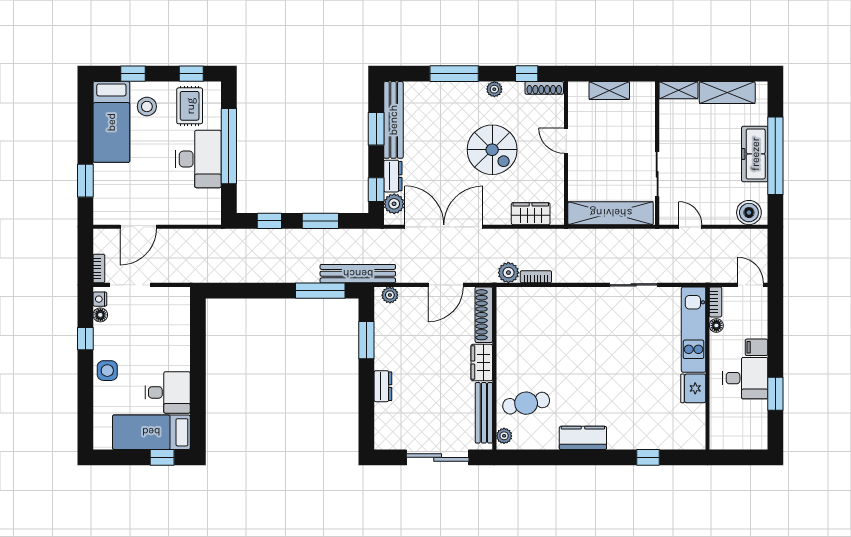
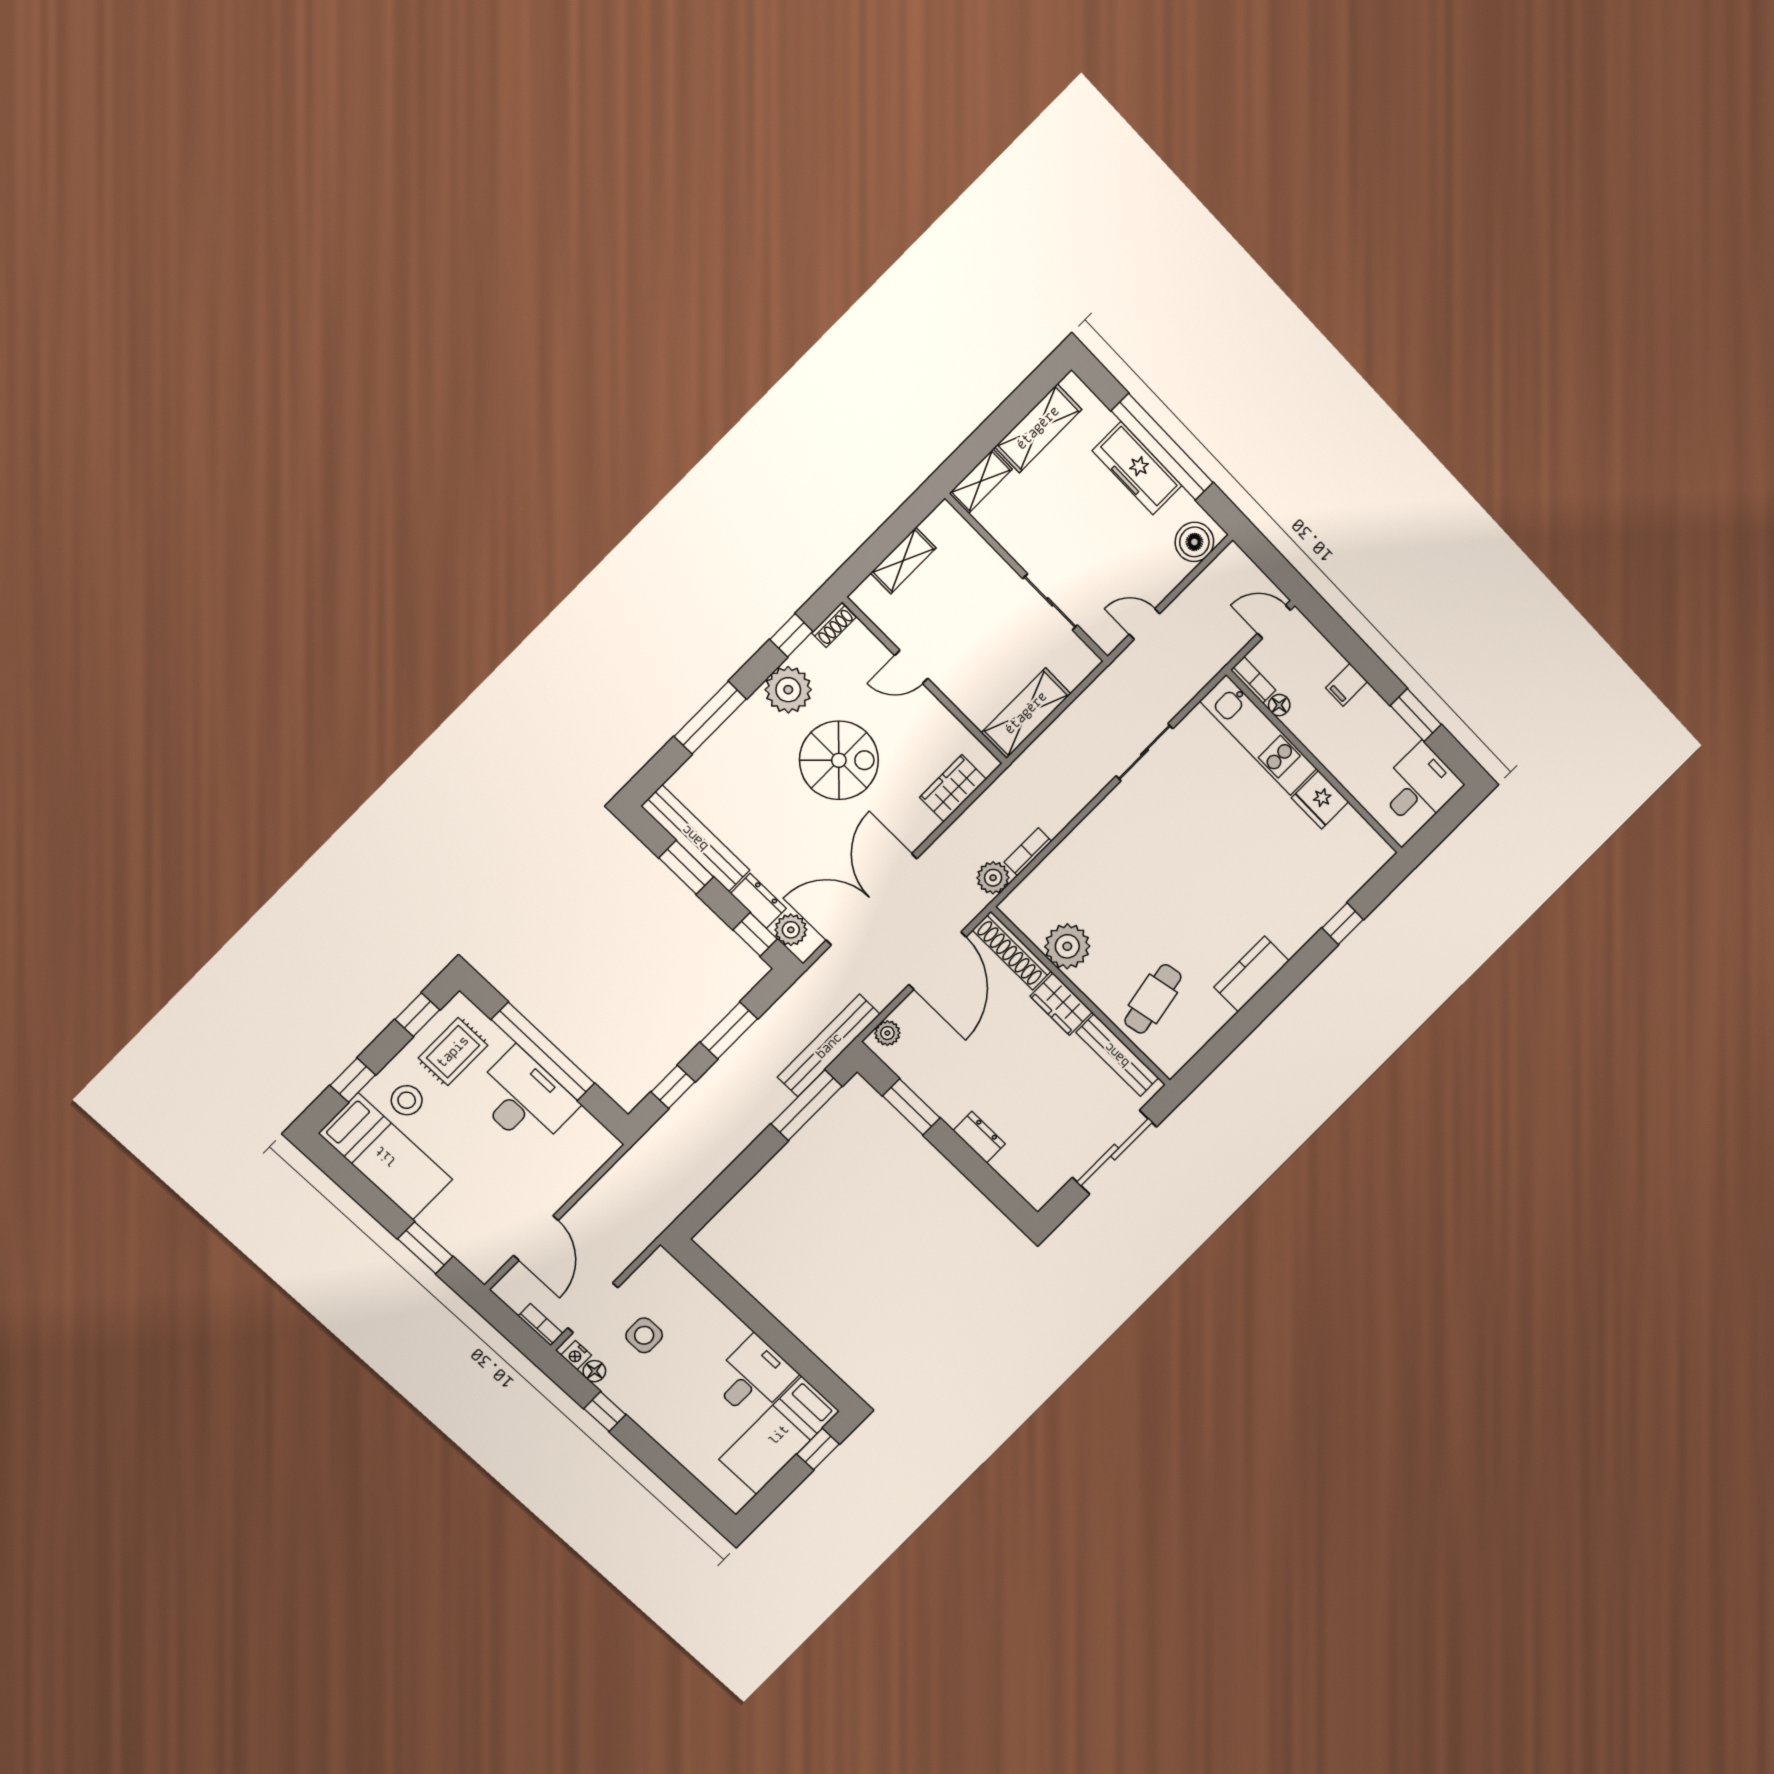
shoe rack: (544, 88) -> (834, 625), width x0.70
plant: (494, 89) -> (788, 690), width x1.88, depth x1.88
rug: (190, 106) -> (453, 1052), turned 90
shelving: (611, 213) -> (1026, 713), width x0.68
door: (446, 285) -> (937, 961), width x1.36
side table: (107, 371) -> (644, 1335), moved
desk: (745, 378) -> (1419, 787), moved
plant: (504, 436) -> (1067, 946), moved, width x1.88, depth x1.88

